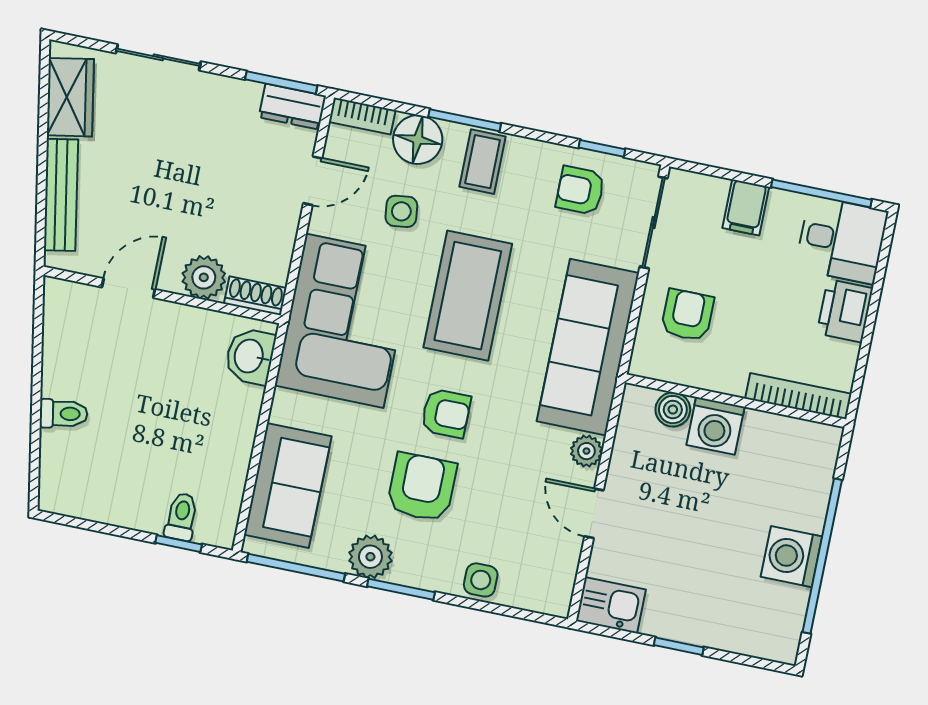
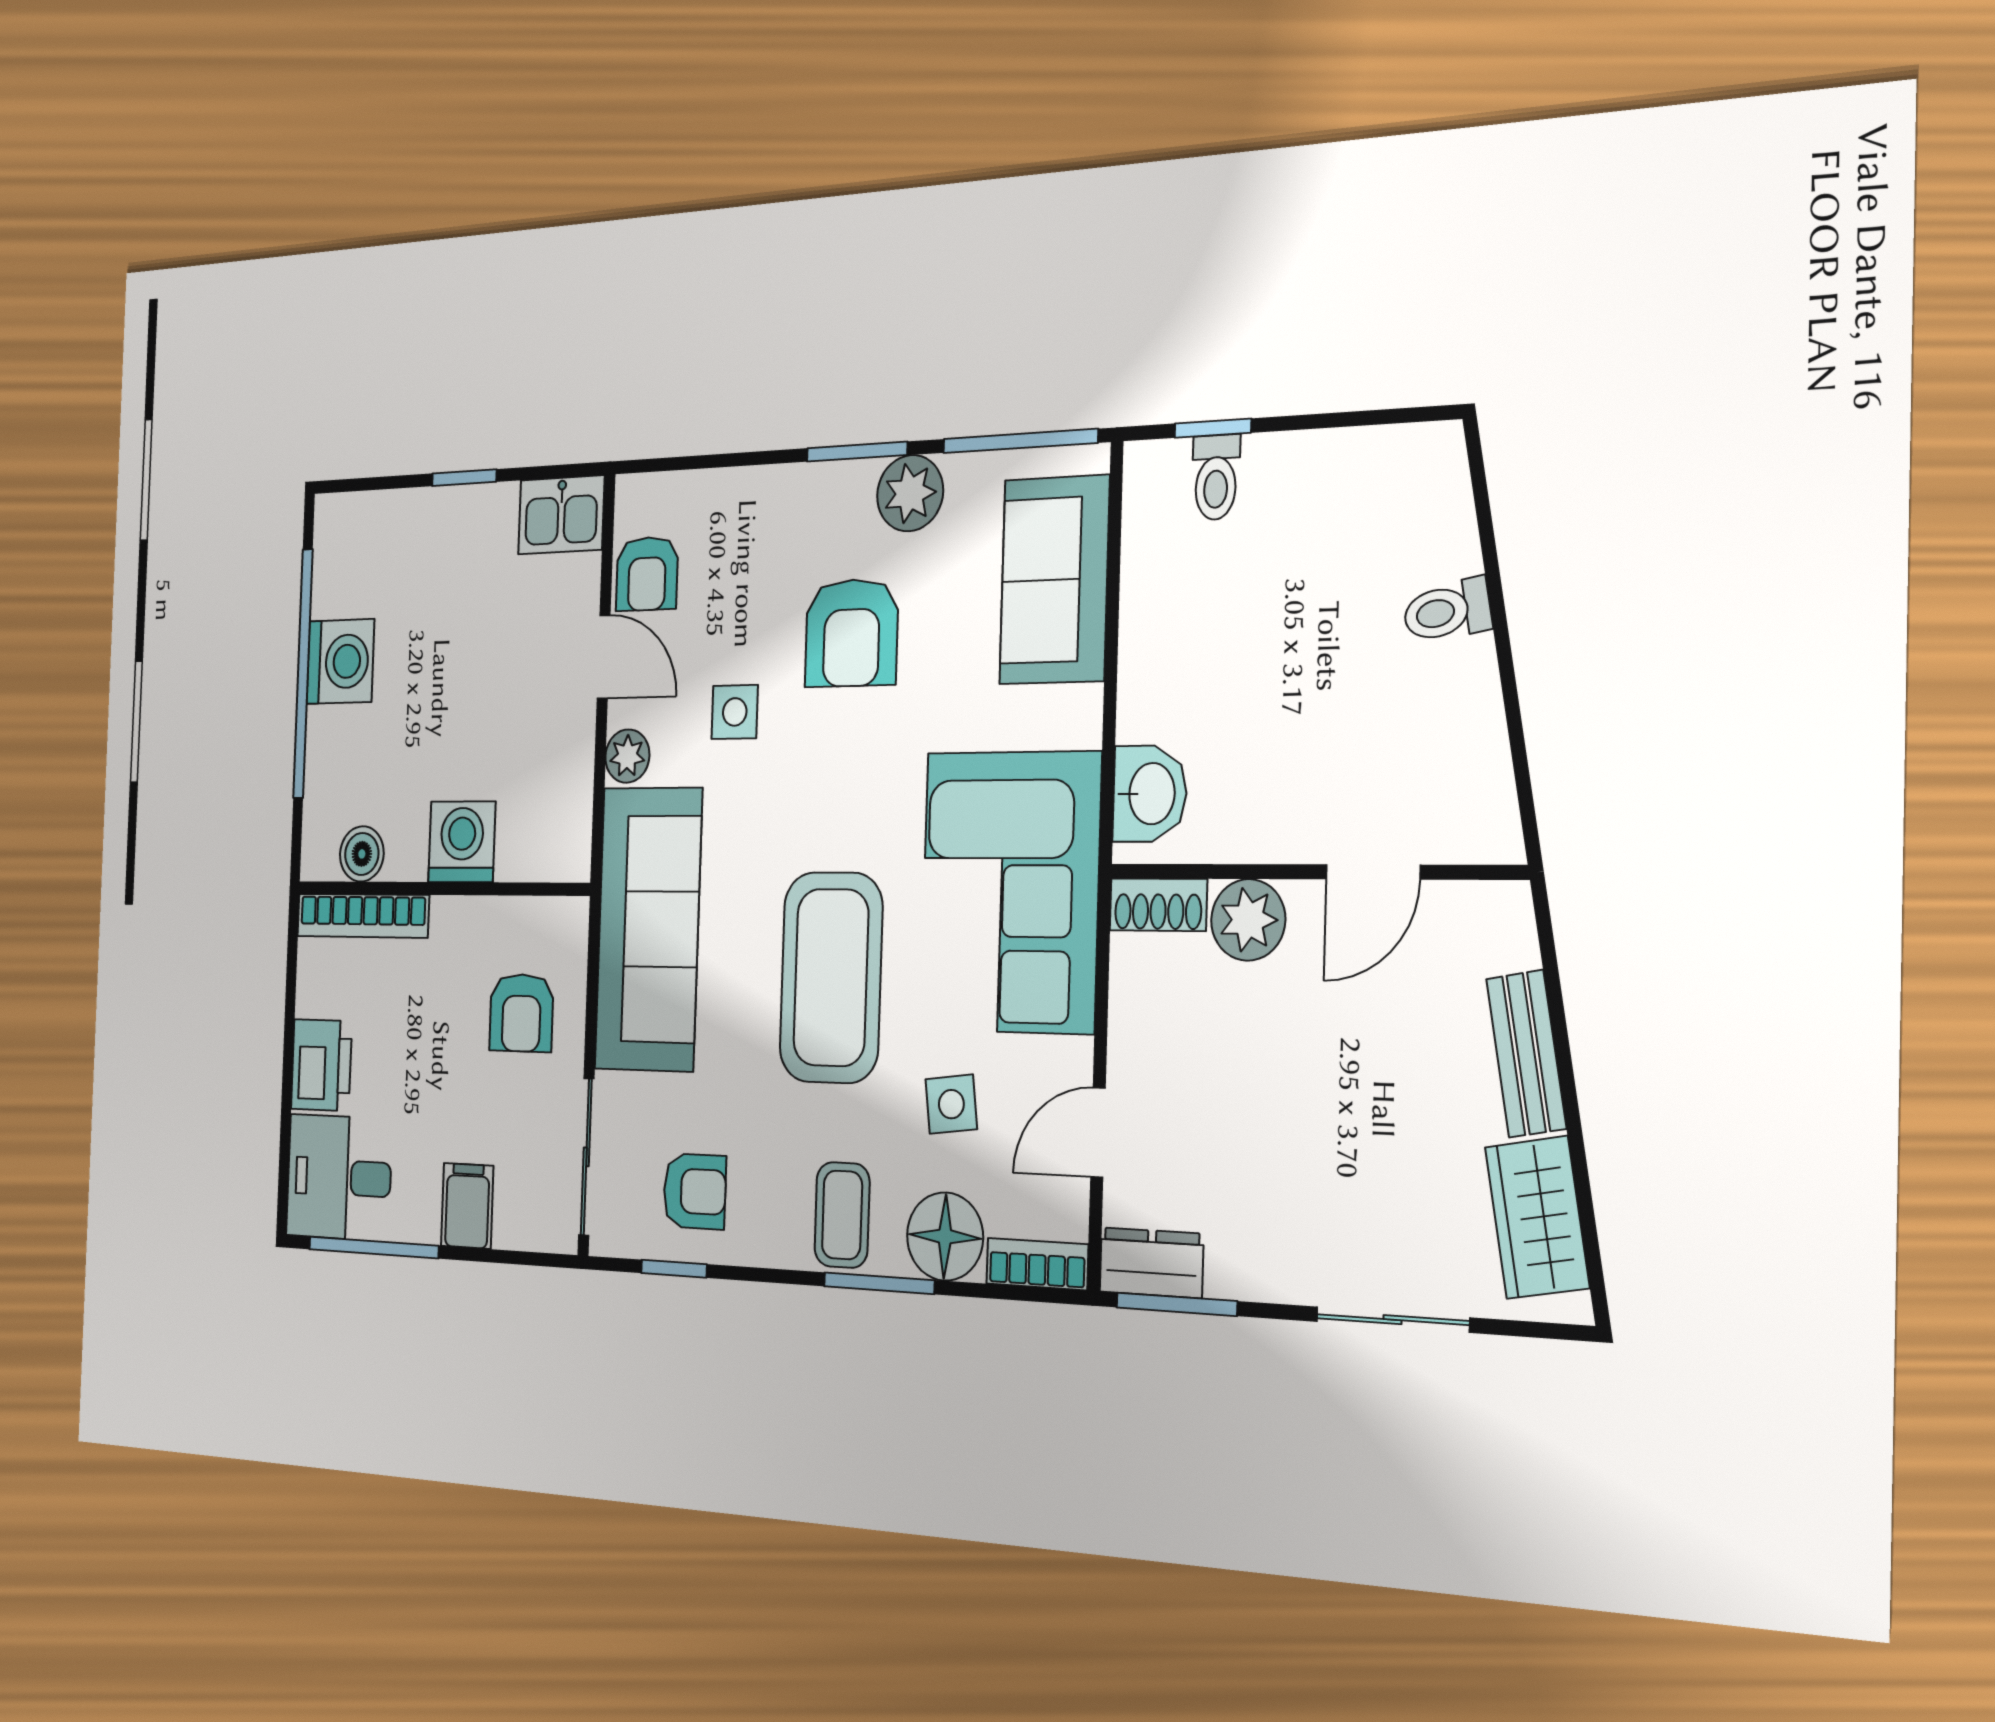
bench: (61, 195) -> (1526, 1054), width x0.73
boiler: (673, 410) -> (362, 854), moved
armchair: (446, 413) -> (647, 574), moved, turned -90
side table: (481, 580) -> (735, 712), moved

